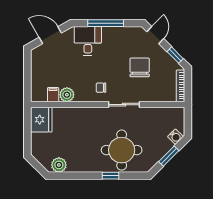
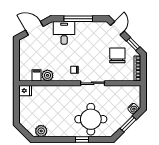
chair: (140, 67) -> (117, 55), moved
fridge: (41, 120) -> (25, 91), width x0.53, depth x0.75

